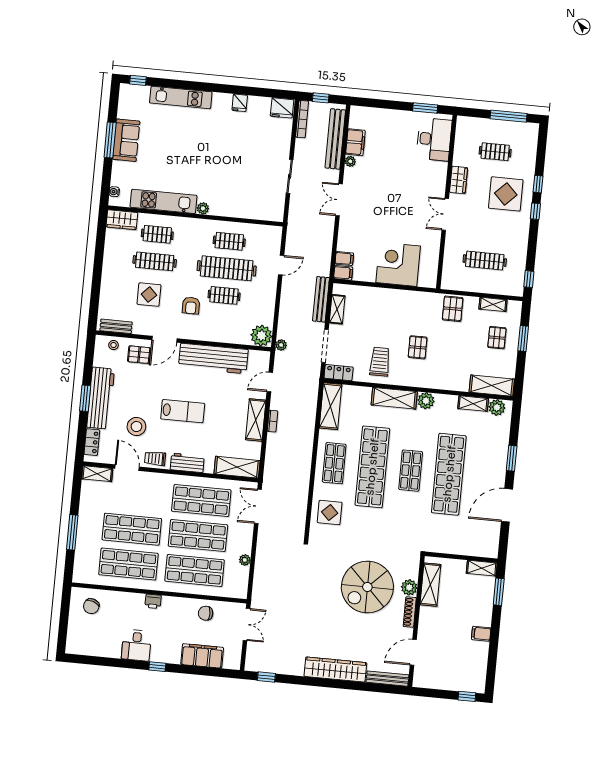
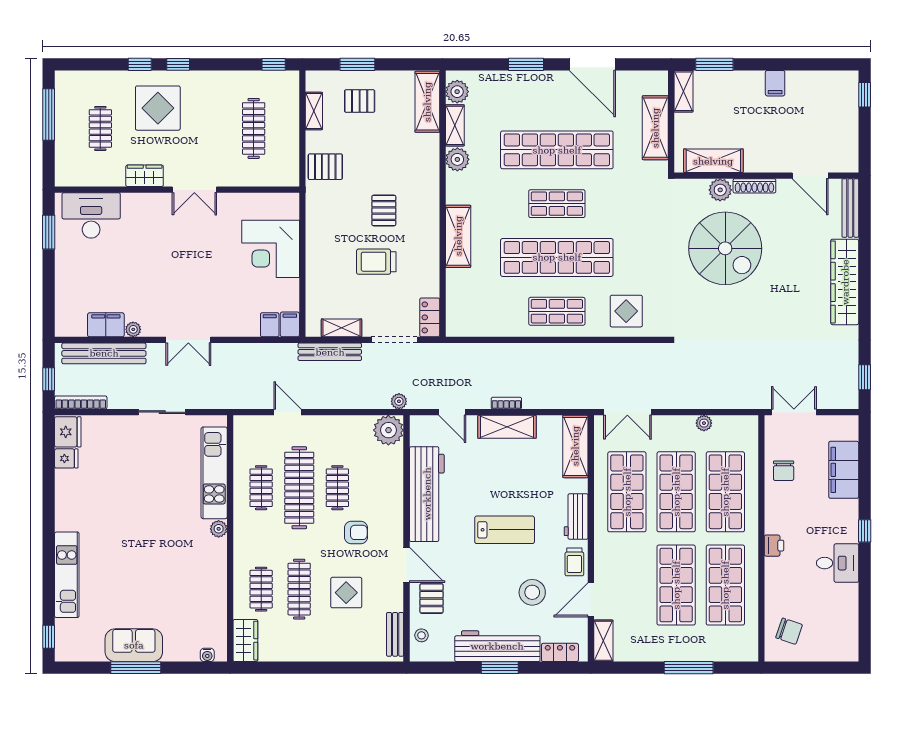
fridge: (240, 103) -> (66, 458), moved
kitchen unit: (164, 201) -> (214, 473), moved
pallet: (418, 347) -> (384, 210), turned 90
trolley: (380, 362) -> (376, 262), moved
plant: (426, 401) -> (457, 159), moved
shelving: (331, 406) -> (655, 128), moved, turned 90
lab bench: (183, 411) -> (505, 530), turned 90

